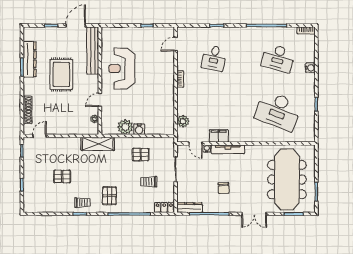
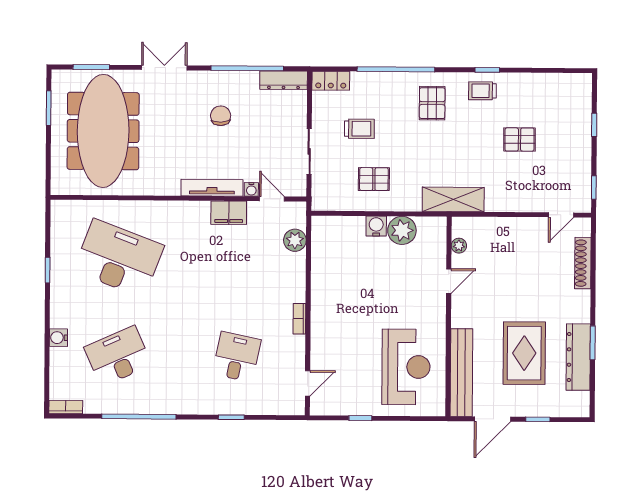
desk: (278, 58) -> (118, 356), turned -39
reception desk: (122, 69) -> (406, 367), moved
rug: (61, 74) -> (524, 353), moved

